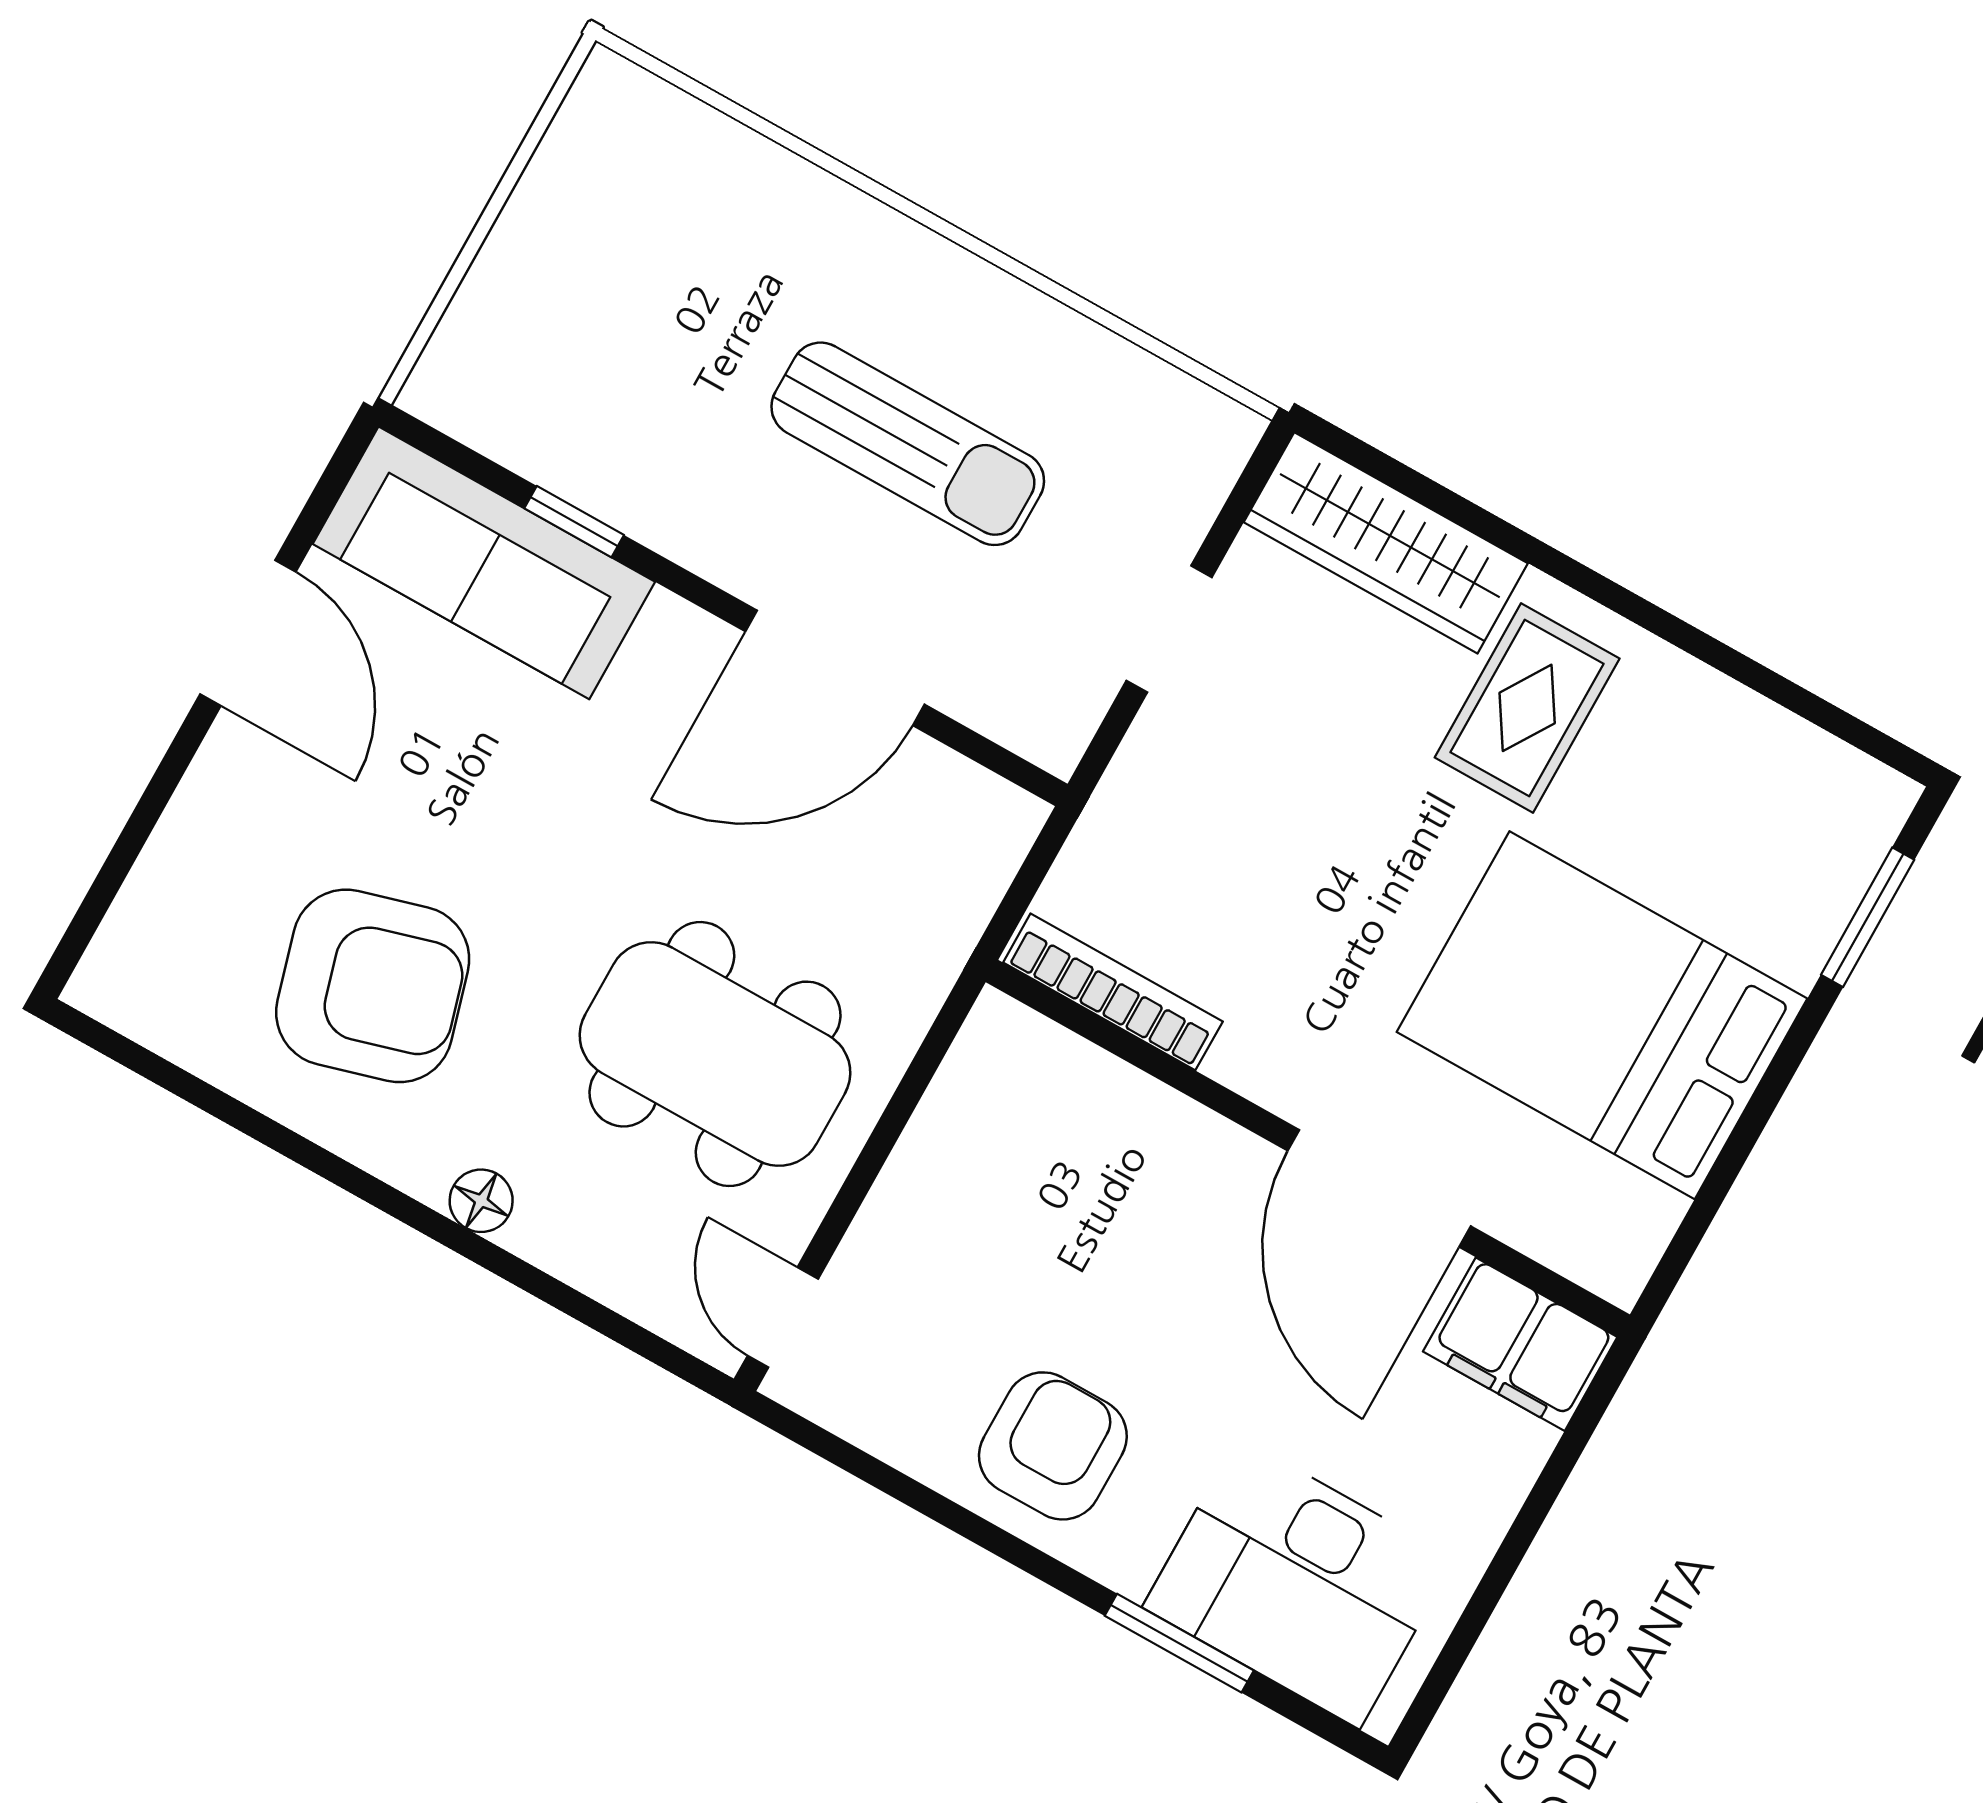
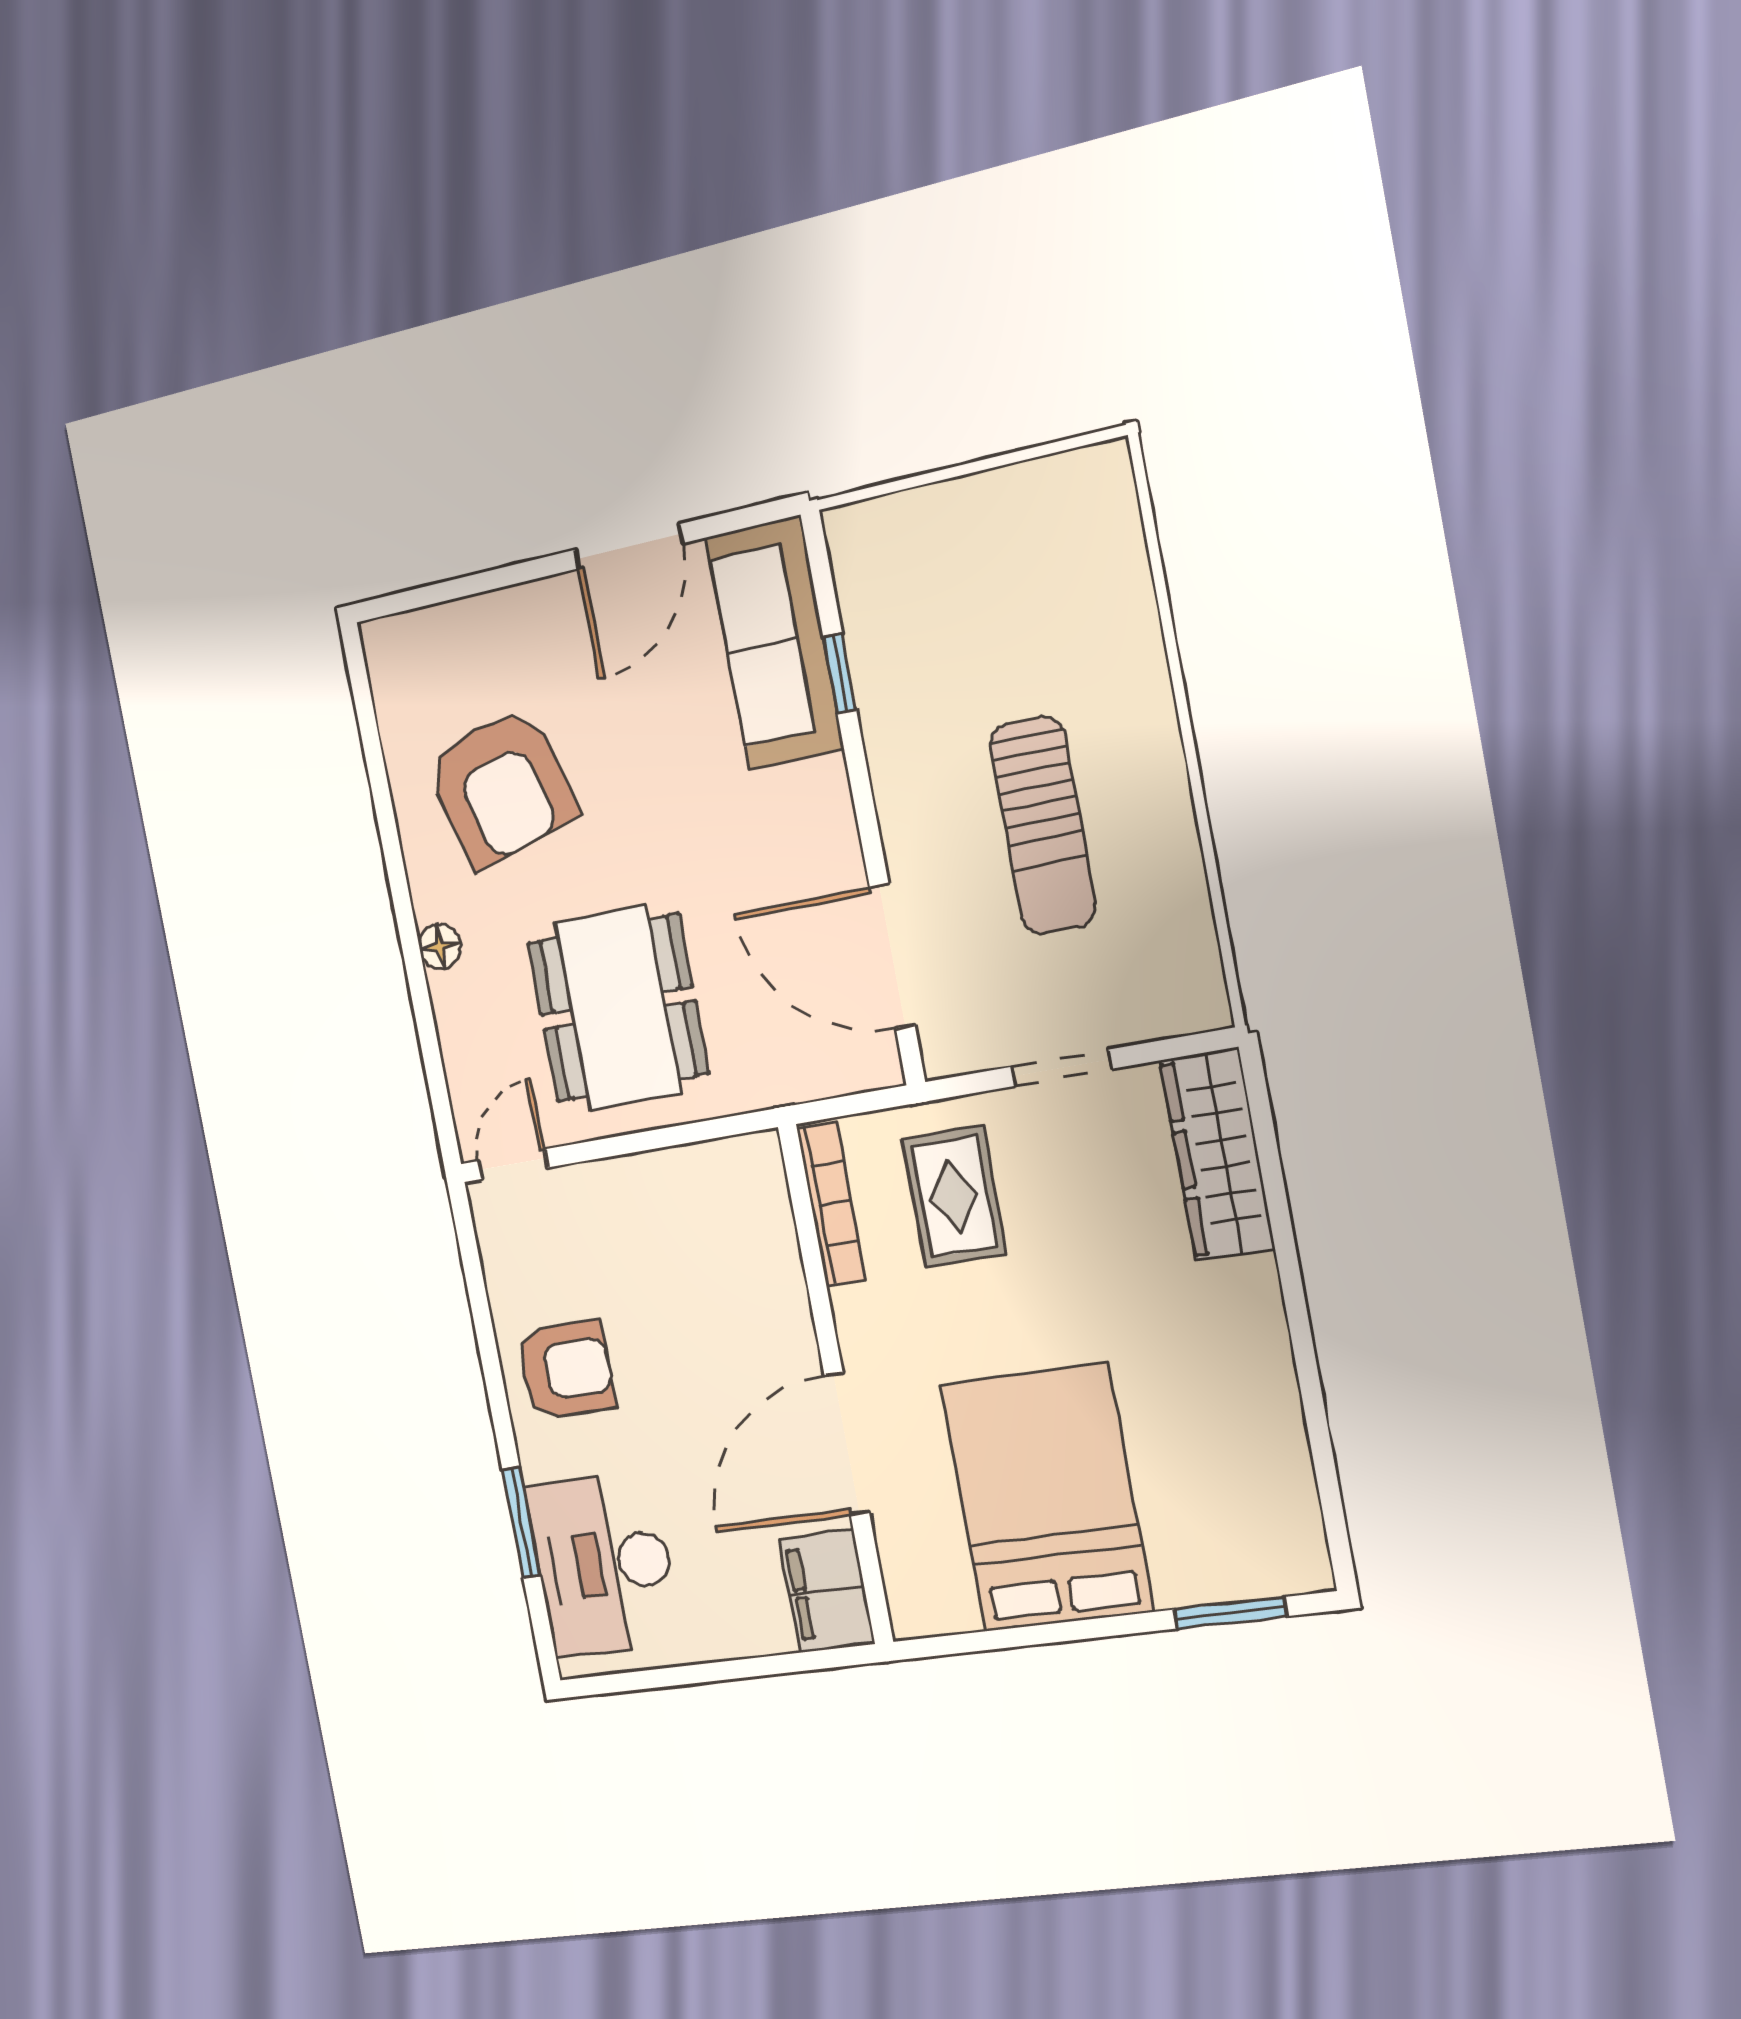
door: (835, 668) -> (892, 956), moved
rug: (1527, 708) -> (954, 1197), moved, turned 90

